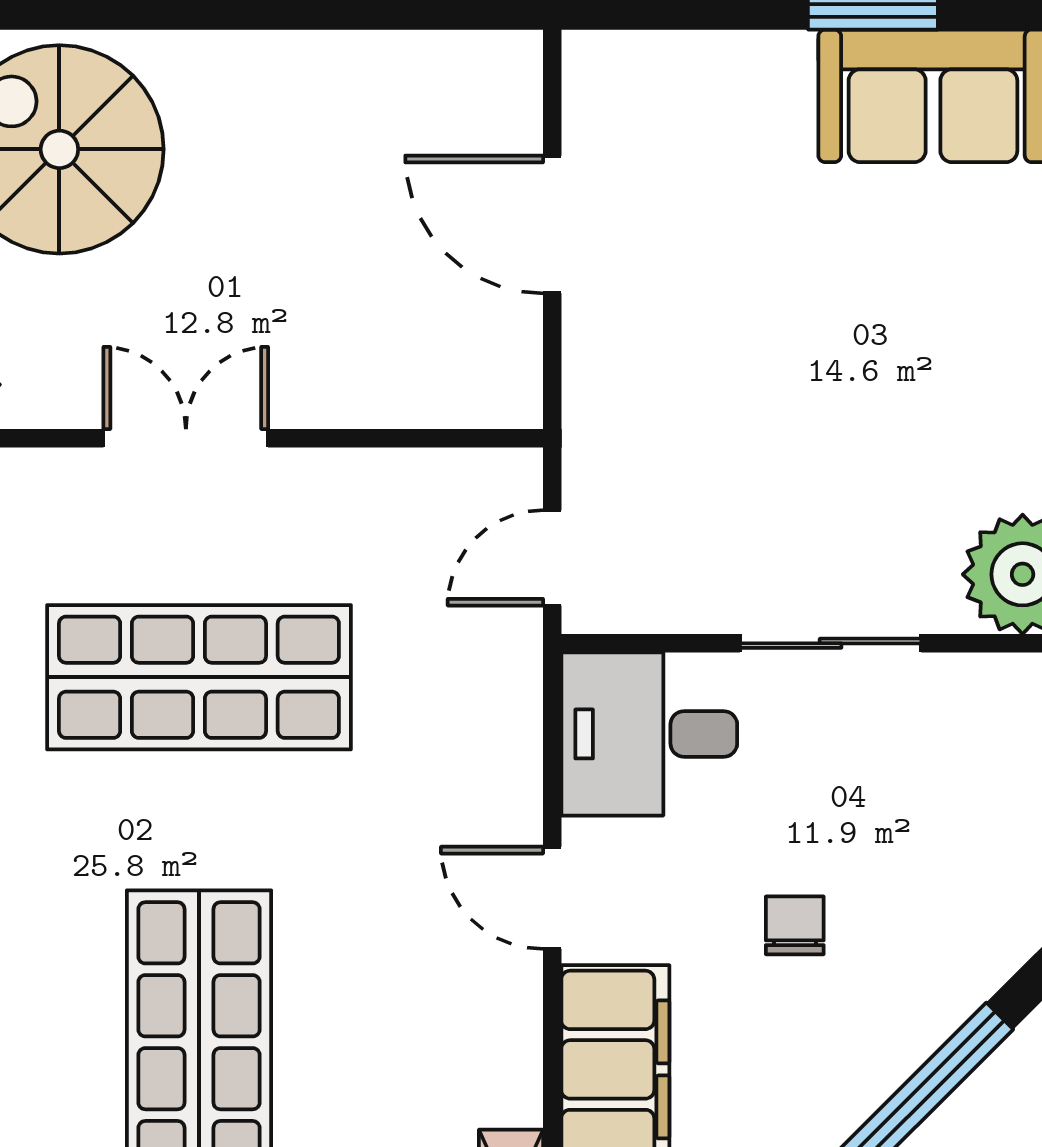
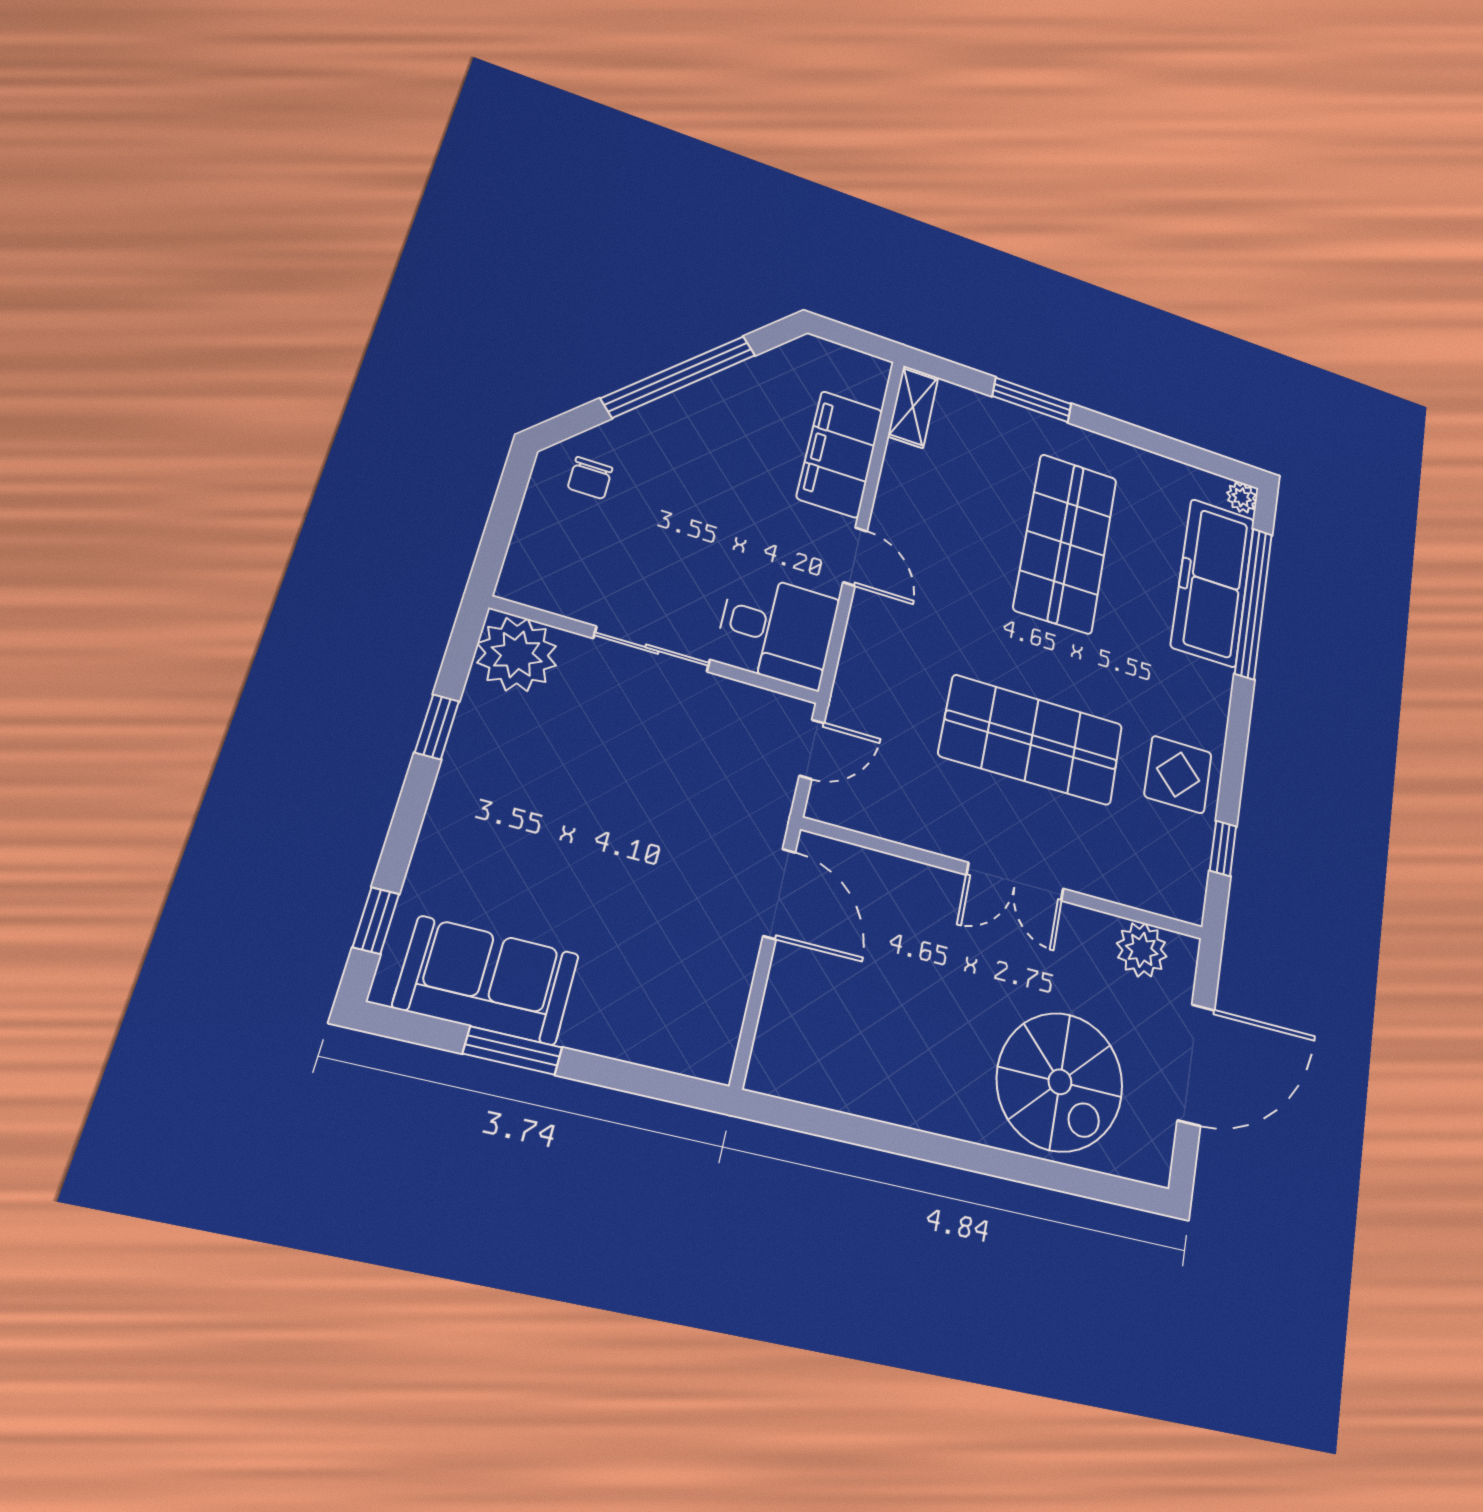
door: (552, 224) -> (779, 894), moved
chair: (795, 925) -> (590, 478), moved

